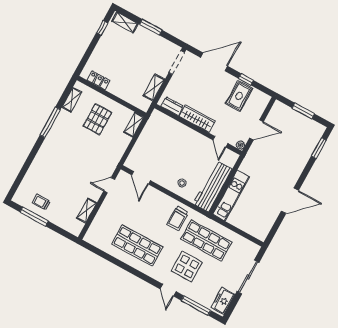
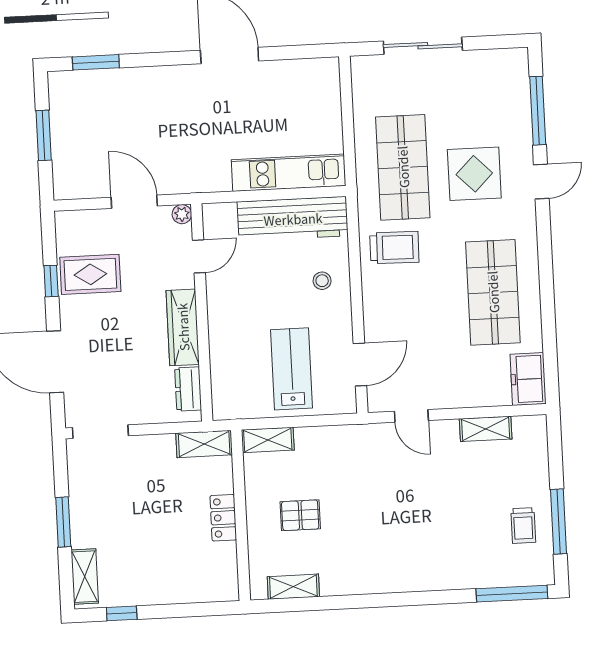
locker: (99, 80) -> (223, 518), moved
shelving: (154, 87) -> (204, 444), moved
pallet: (97, 119) -> (300, 515), width x0.67, depth x0.71
window: (50, 122) -> (512, 594), moved
lab bench: (156, 150) -> (291, 369), added
freezer: (223, 301) -> (528, 379), moved, turned 90

